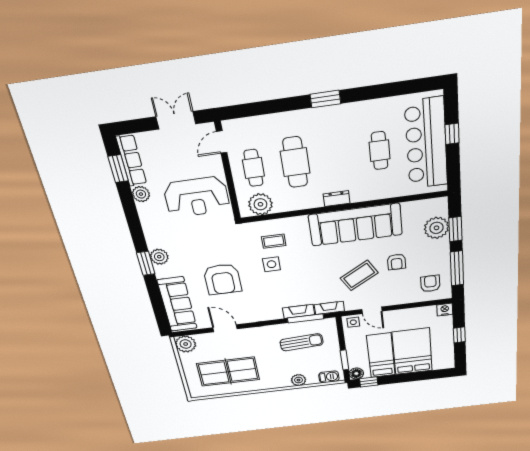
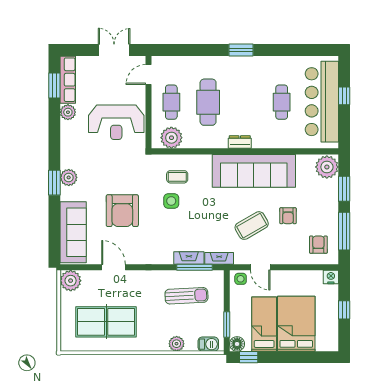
plant: (436, 228) -> (327, 167), moved

